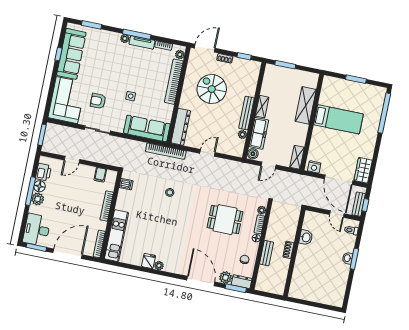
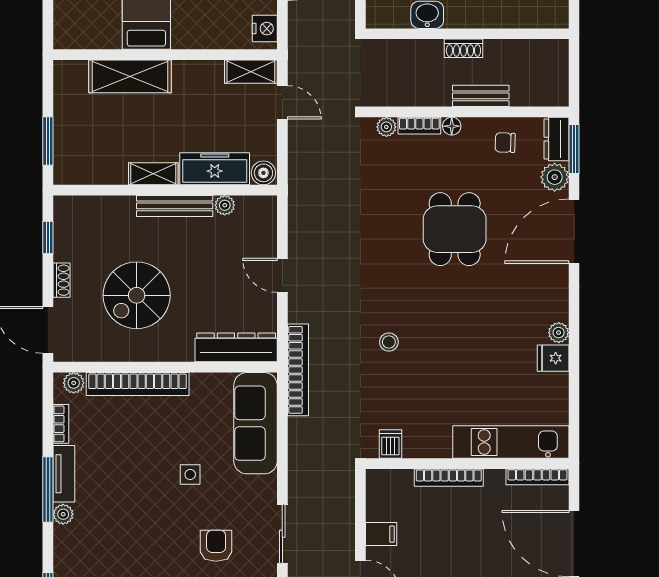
armchair: (98, 101) -> (216, 546), turned 180
door: (269, 165) -> (282, 102), moved
filing cabinet: (100, 175) -> (381, 534), moved
dining table: (225, 220) -> (455, 229), moved

